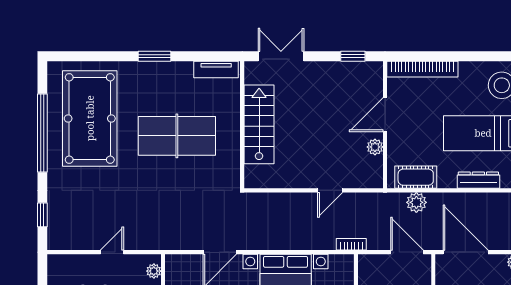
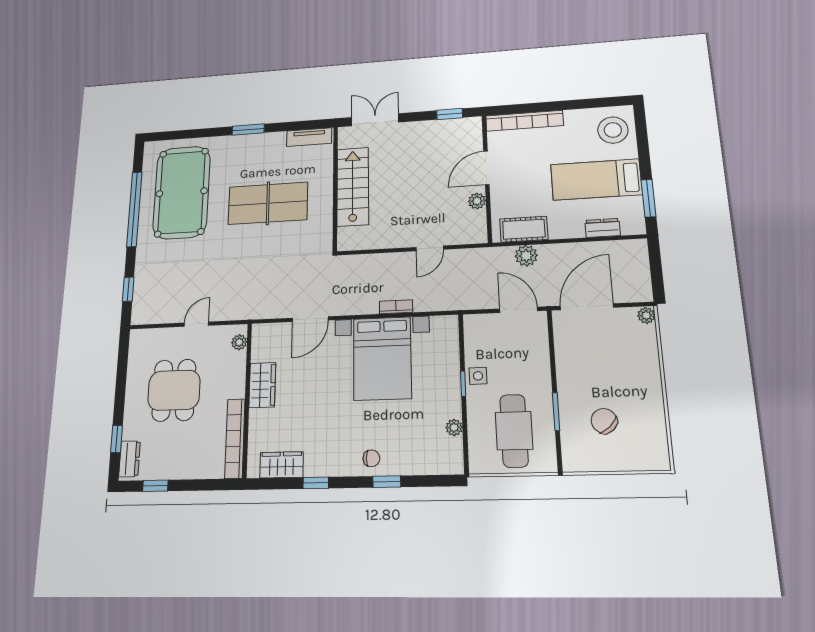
dresser: (478, 180) -> (603, 228), width x0.70
bookcase: (351, 244) -> (396, 307), moved
door: (466, 252) -> (587, 307), hinge flipped

